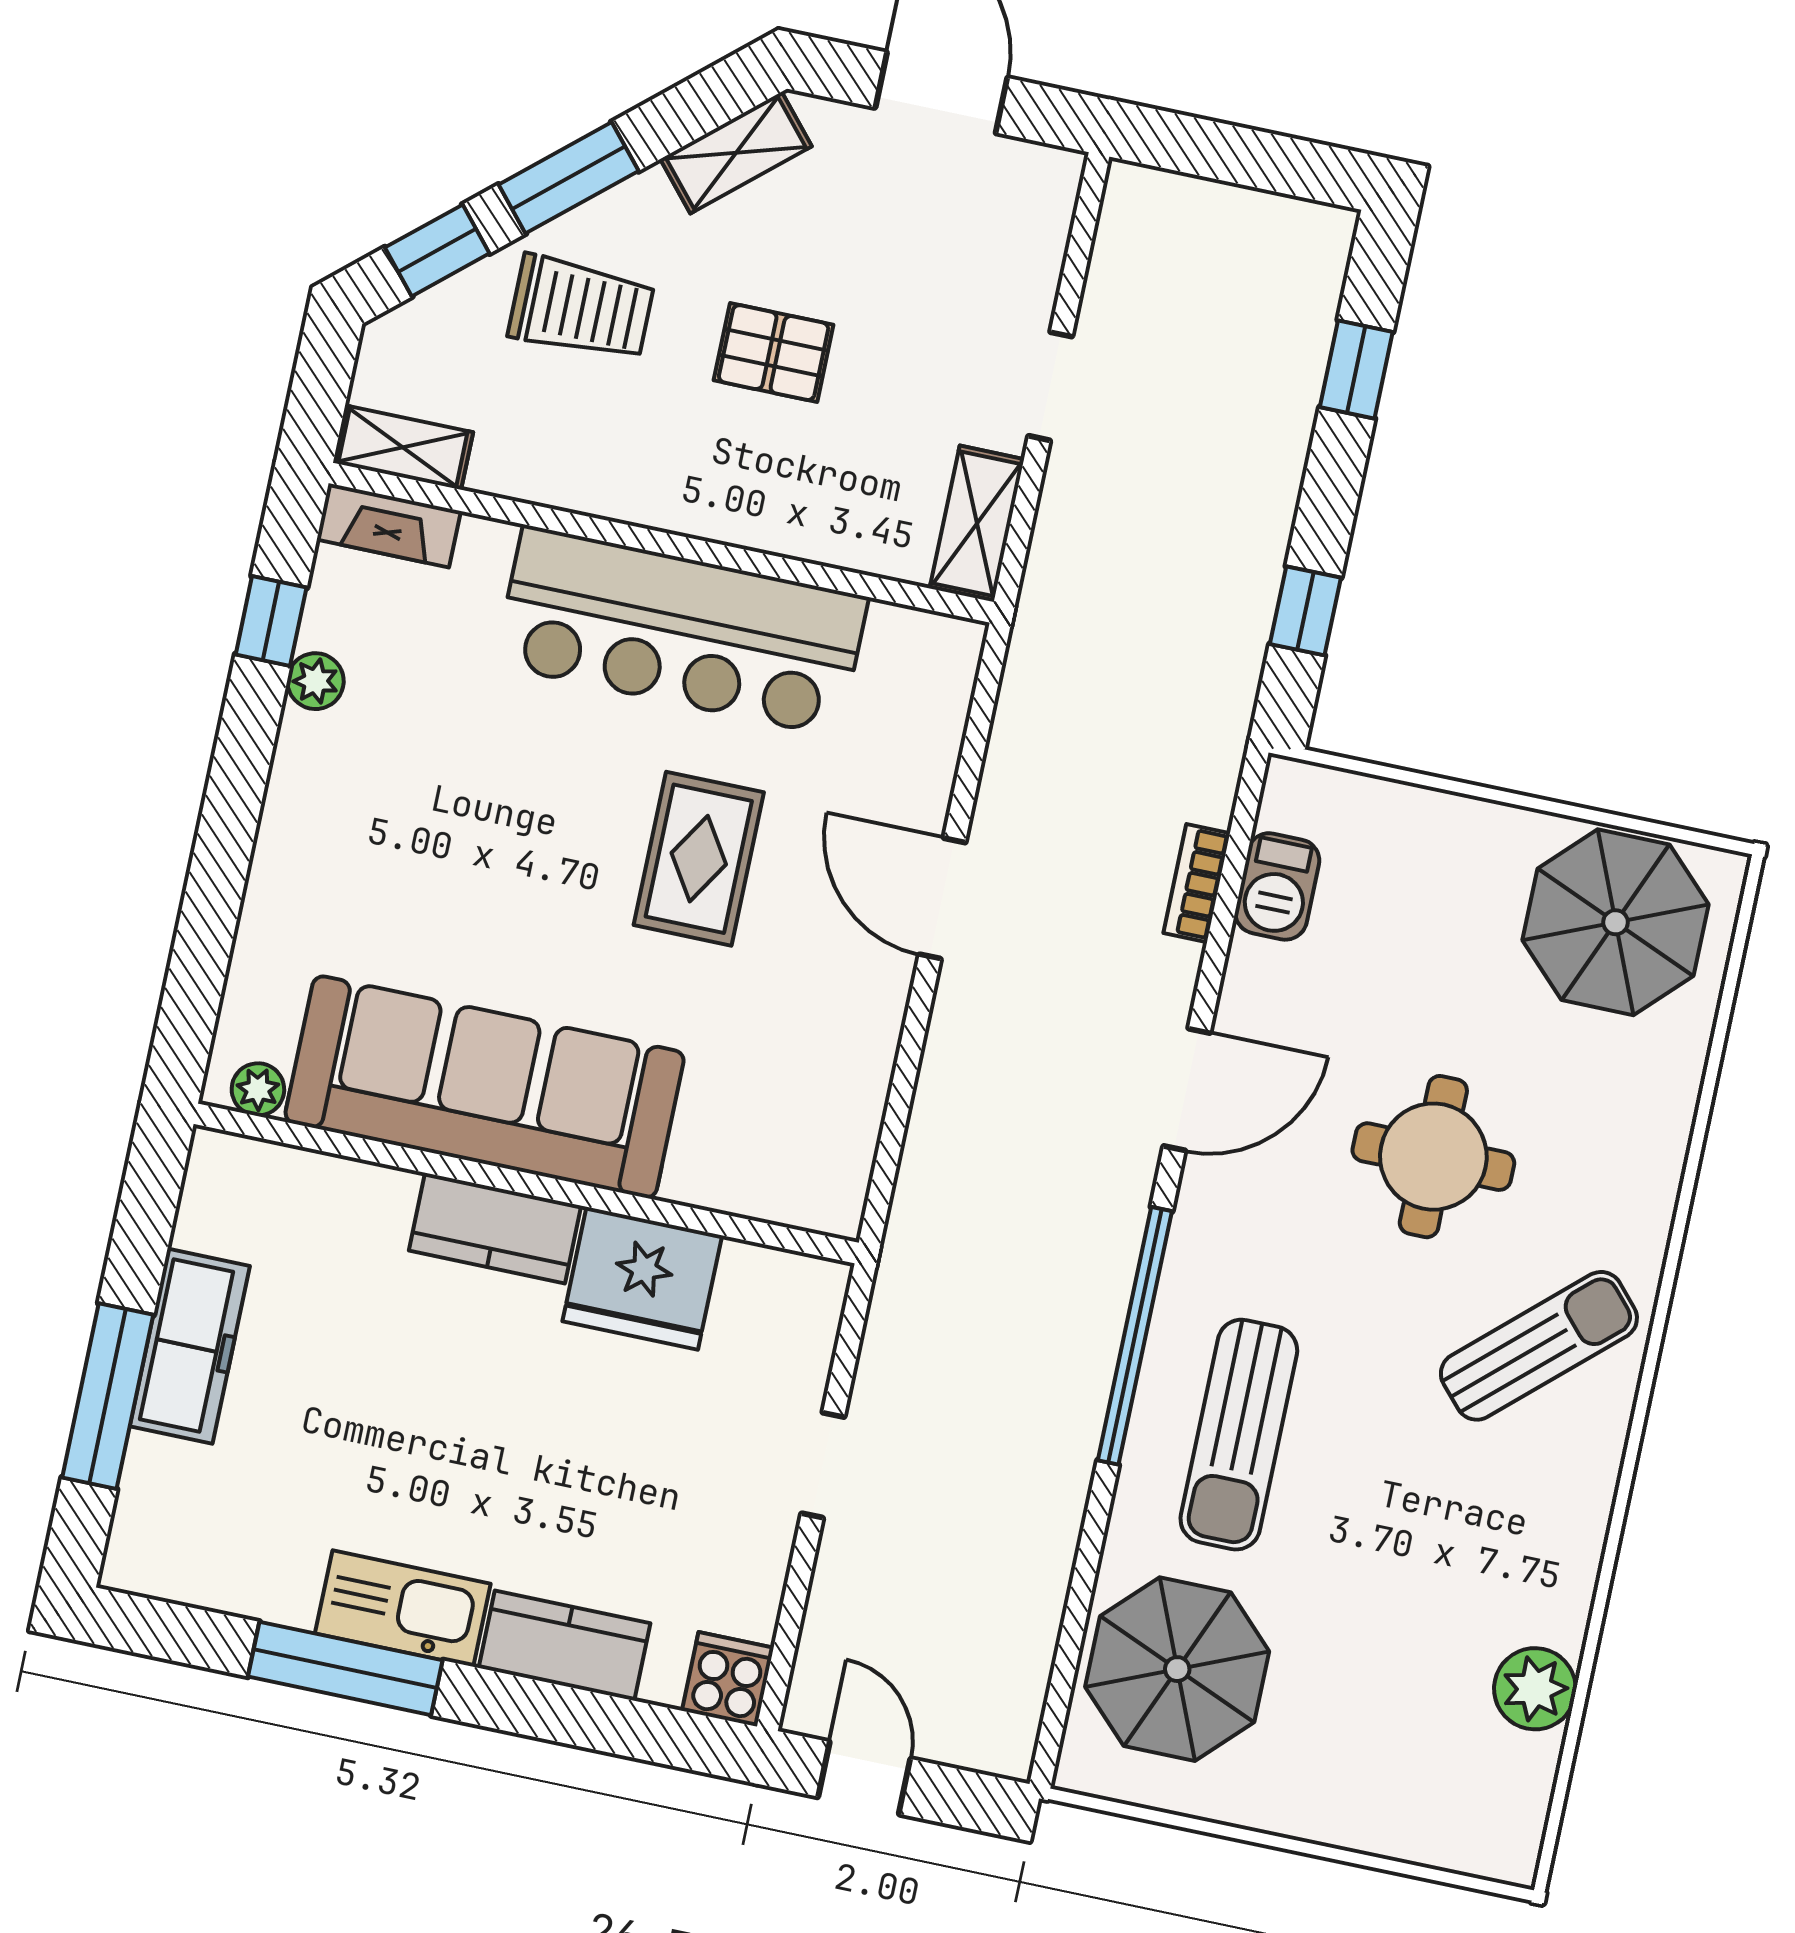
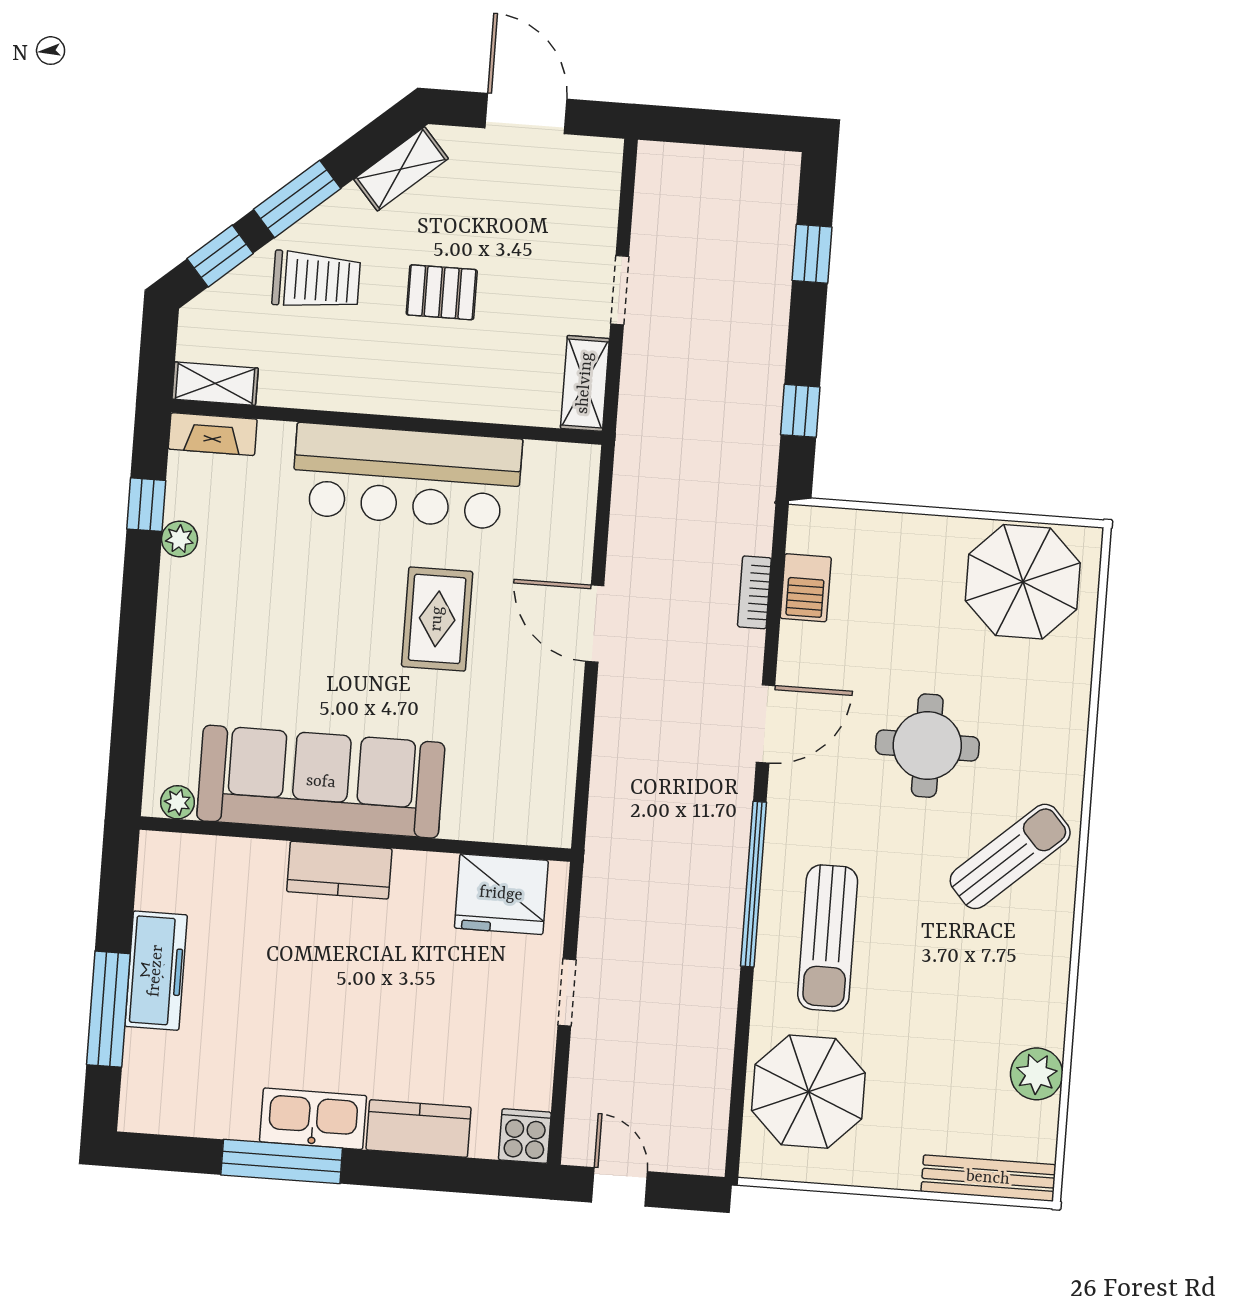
fridge: (642, 1278) -> (501, 894), moved
bench: (1439, 1841) -> (988, 1178), added

